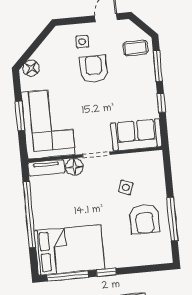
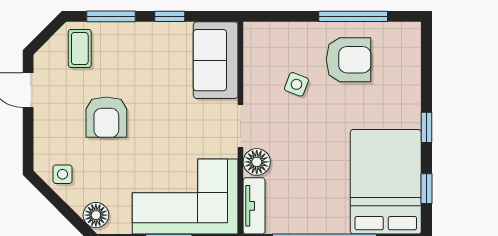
side table: (82, 42) -> (63, 174), moved
armchair: (94, 69) -> (106, 117), turned -90
window: (68, 276) -> (426, 189), width x0.46

